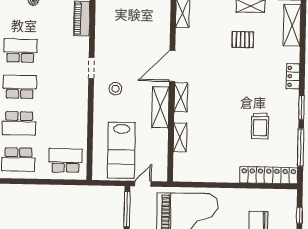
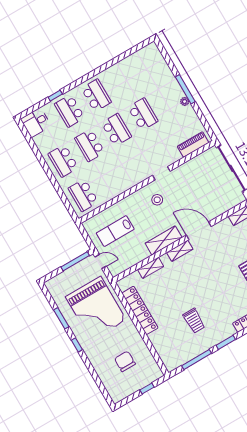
trolley: (260, 126) -> (194, 321), turned -90
lab bench: (121, 150) -> (115, 231), width x0.73, depth x0.72
school desk: (66, 160) -> (83, 195), turned 180
locker: (269, 175) -> (140, 310), moved

